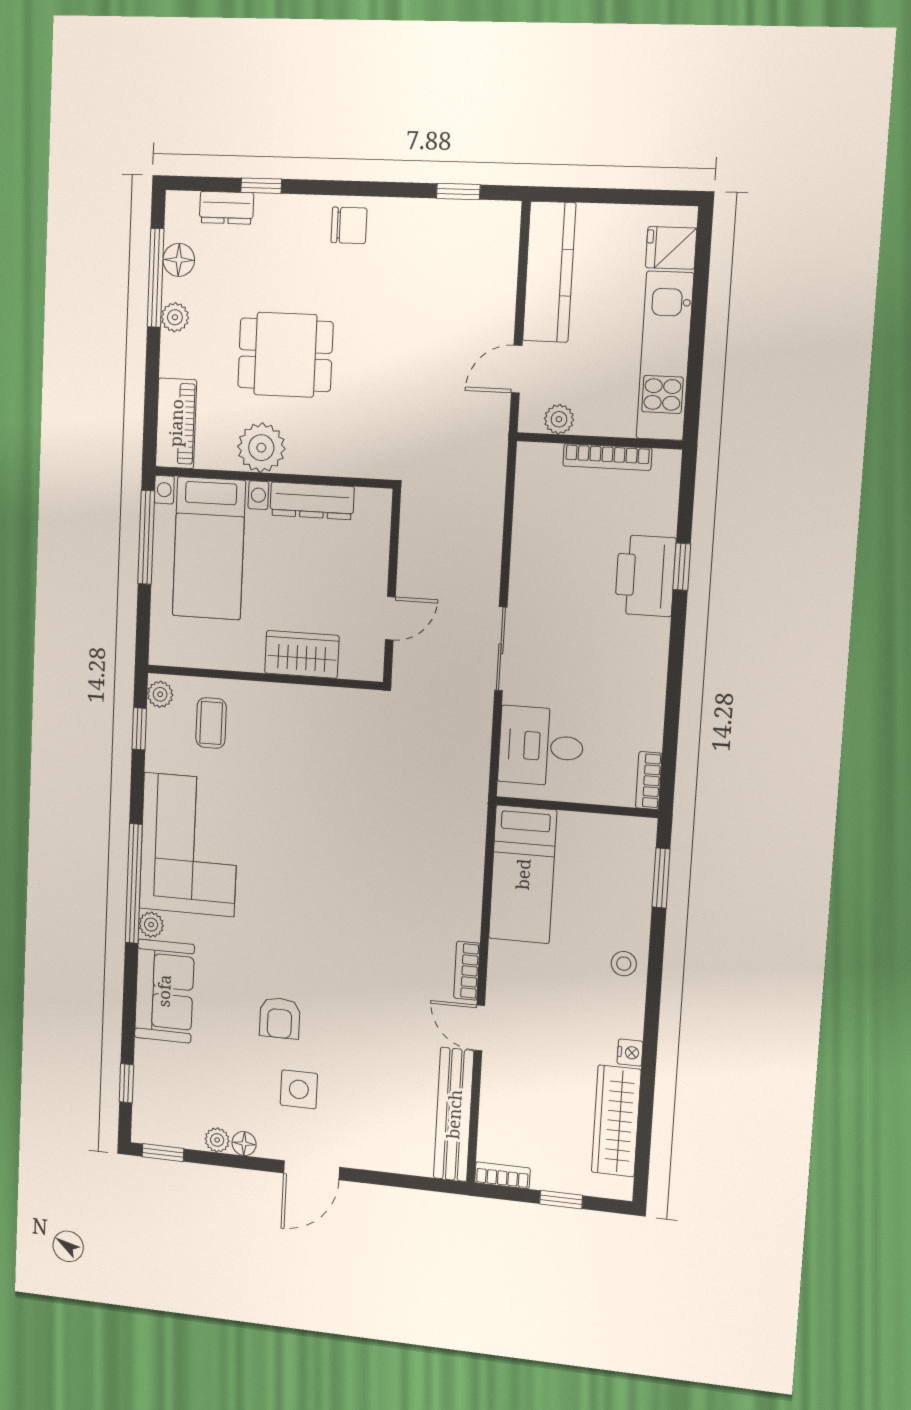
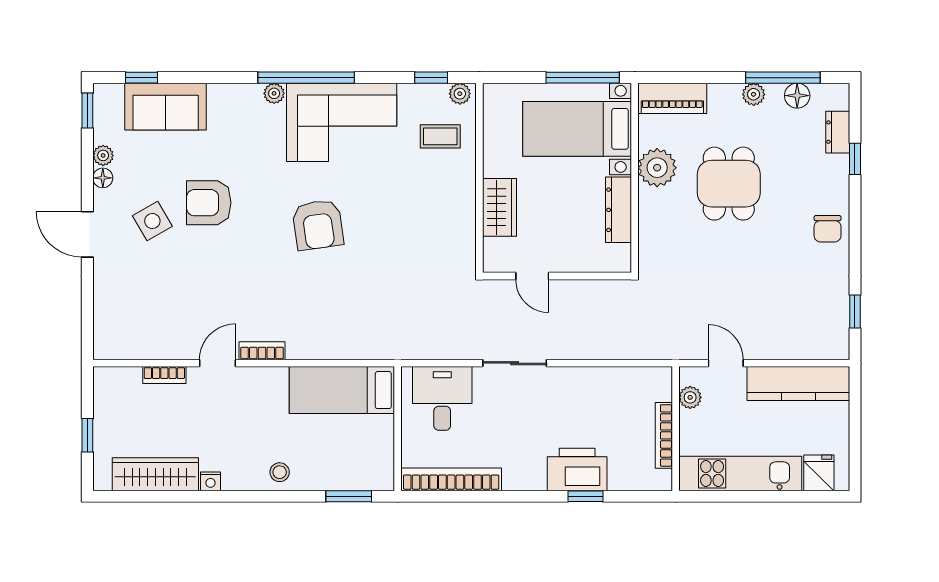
bookcase: (649, 781) -> (451, 479), width x2.31, depth x1.31
armchair: (313, 886) -> (318, 225), added
sofa: (164, 991) -> (166, 107), moved
armchair: (280, 1018) -> (209, 203), width x1.38, depth x1.38
side table: (299, 1089) -> (152, 221), turned -30
bench: (454, 1114) -> (146, 347), removed
bookcase: (502, 1175) -> (164, 375), moved, turned 90

